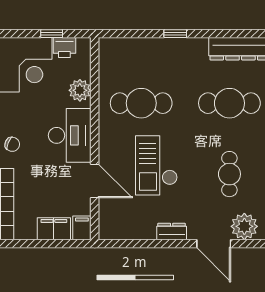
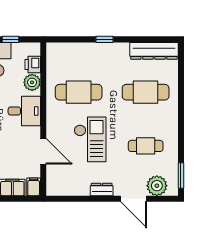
printer: (64, 47) -> (33, 64), moved, turned 90
desk: (70, 135) -> (24, 111), width x0.73
checkout: (156, 165) -> (90, 139), turned 180
cafe table: (229, 174) -> (146, 146), turned 90

